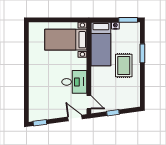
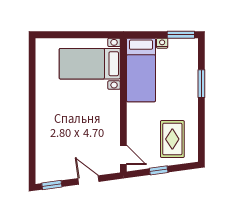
rug: (124, 65) -> (172, 139), moved
desk: (74, 82) -> (102, 125), removed
door: (75, 118) -> (88, 180), moved

